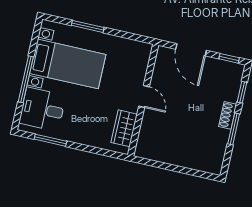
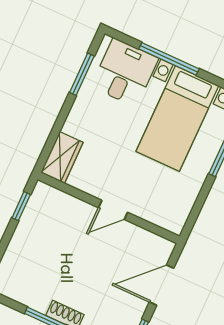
wardrobe: (124, 128) -> (62, 158), moved, turned 90
window: (155, 164) -> (21, 206), added

